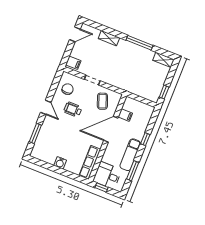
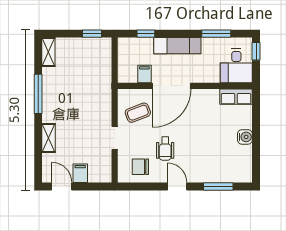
filing cabinet: (73, 63) -> (80, 173), moved
door: (46, 107) -> (177, 187), hinge flipped
door: (111, 129) -> (172, 86), hinge flipped
window: (145, 139) -> (146, 34), moved
exam couch: (130, 155) -> (177, 46), moved
row of seats: (90, 162) -> (236, 97), width x0.68
window: (102, 188) -> (256, 51), moved

